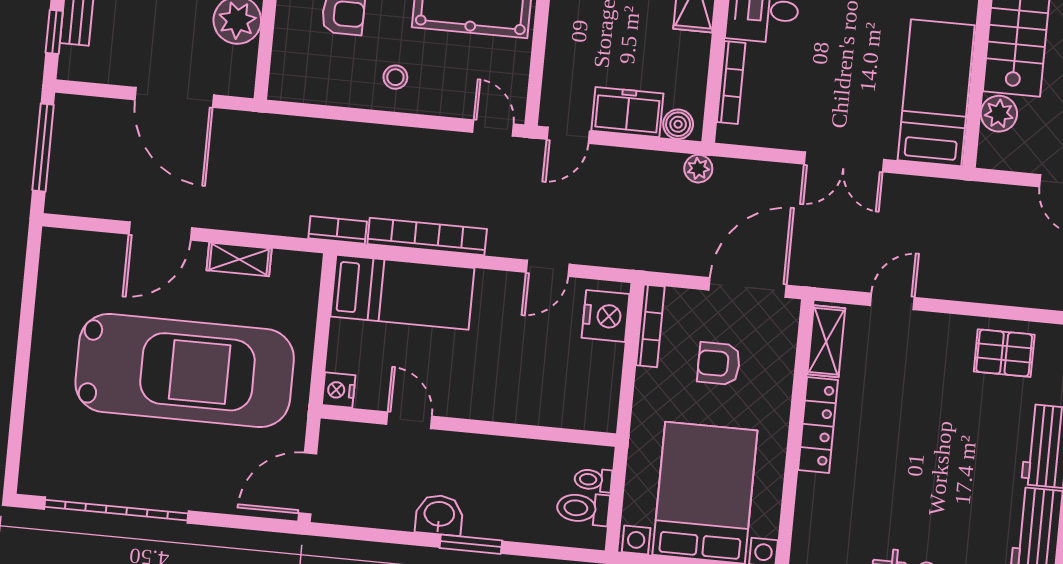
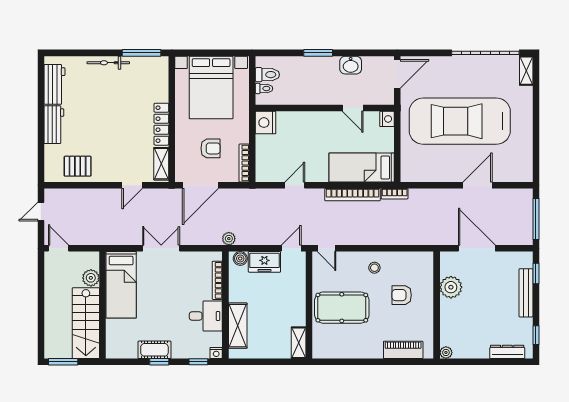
shelving: (239, 259) -> (526, 71), moved, turned 90
nightstand: (606, 316) -> (266, 123), moved
washbasin: (439, 515) -> (351, 65), moved

